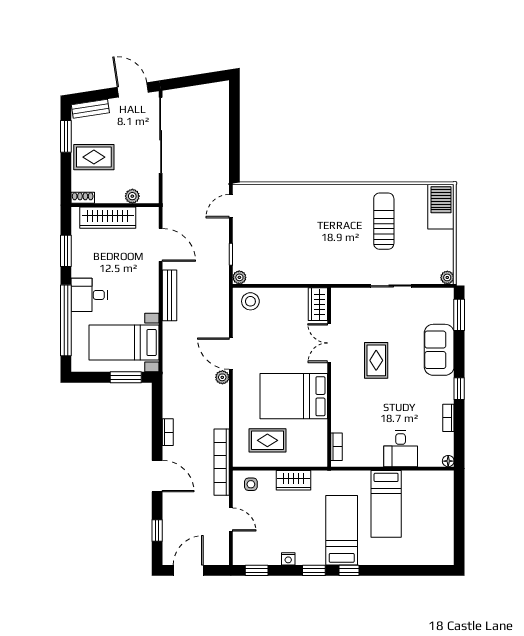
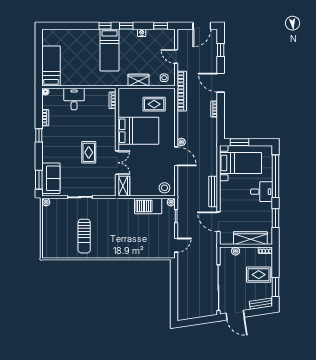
barbecue: (441, 207) -> (148, 206), moved, turned 90
sofa: (439, 350) -> (51, 178), moved
bed: (386, 504) -> (51, 66), moved

